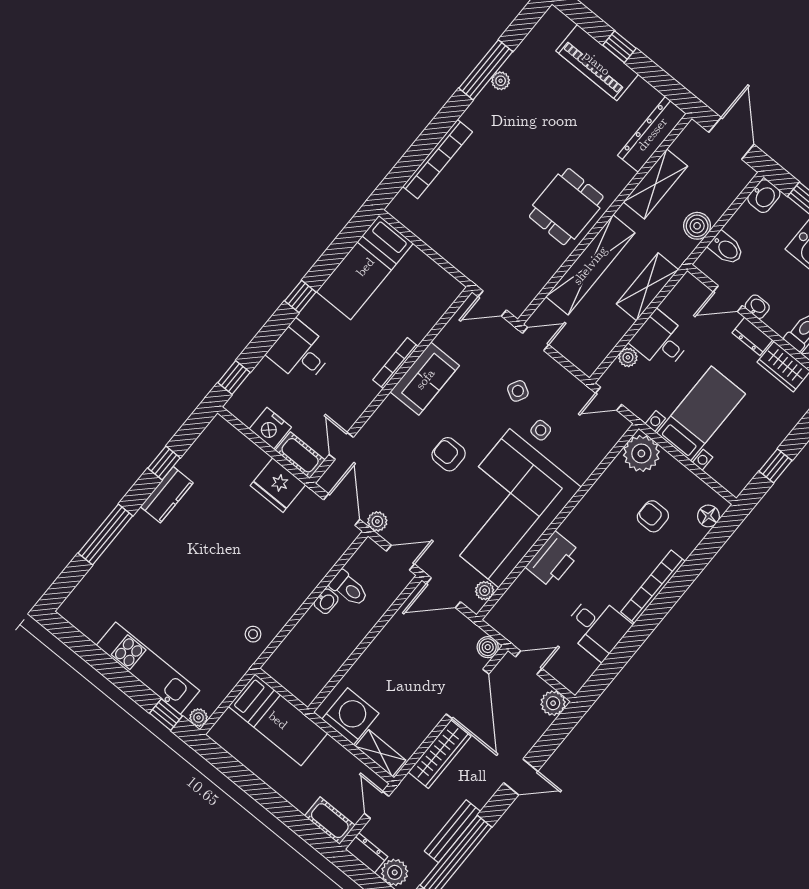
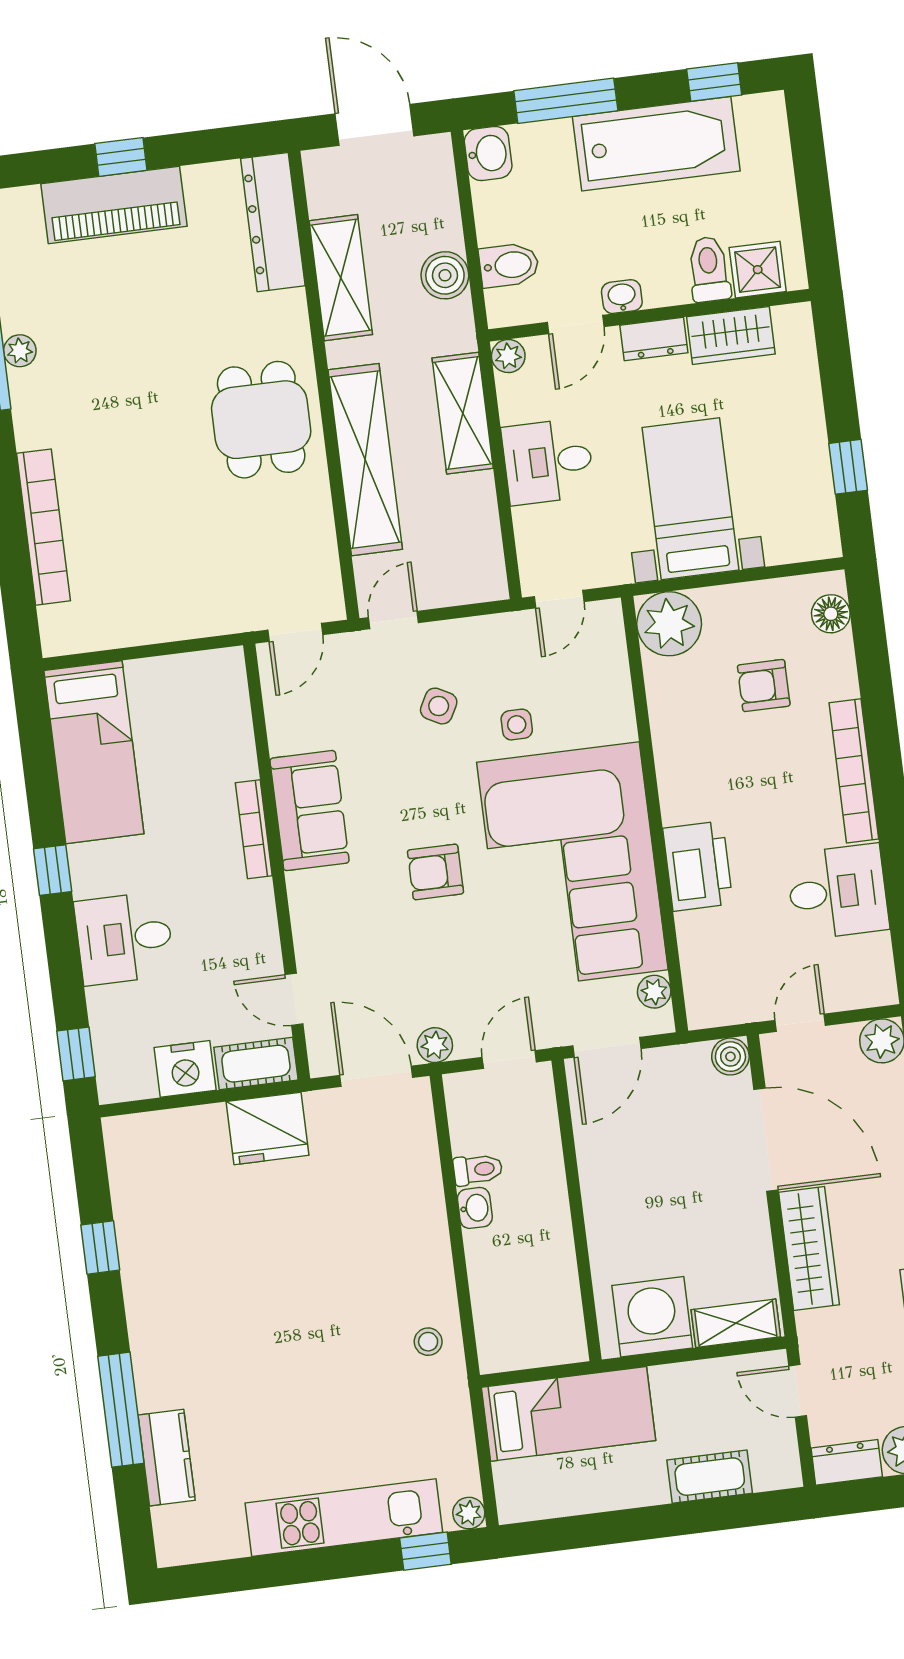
plant: (628, 357) -> (508, 356), moved
kitchen counter: (167, 495) -> (167, 1458), moved
toilet: (349, 588) -> (478, 1170), width x0.73, depth x0.72
cot: (330, 821) -> (710, 1477), moved

